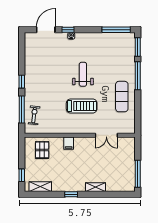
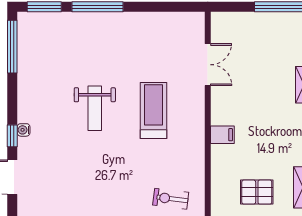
weight bench: (83, 74) -> (95, 108), turned -90
exercise mat: (122, 97) -> (136, 36), removed
pallet: (42, 150) -> (257, 192), moved

